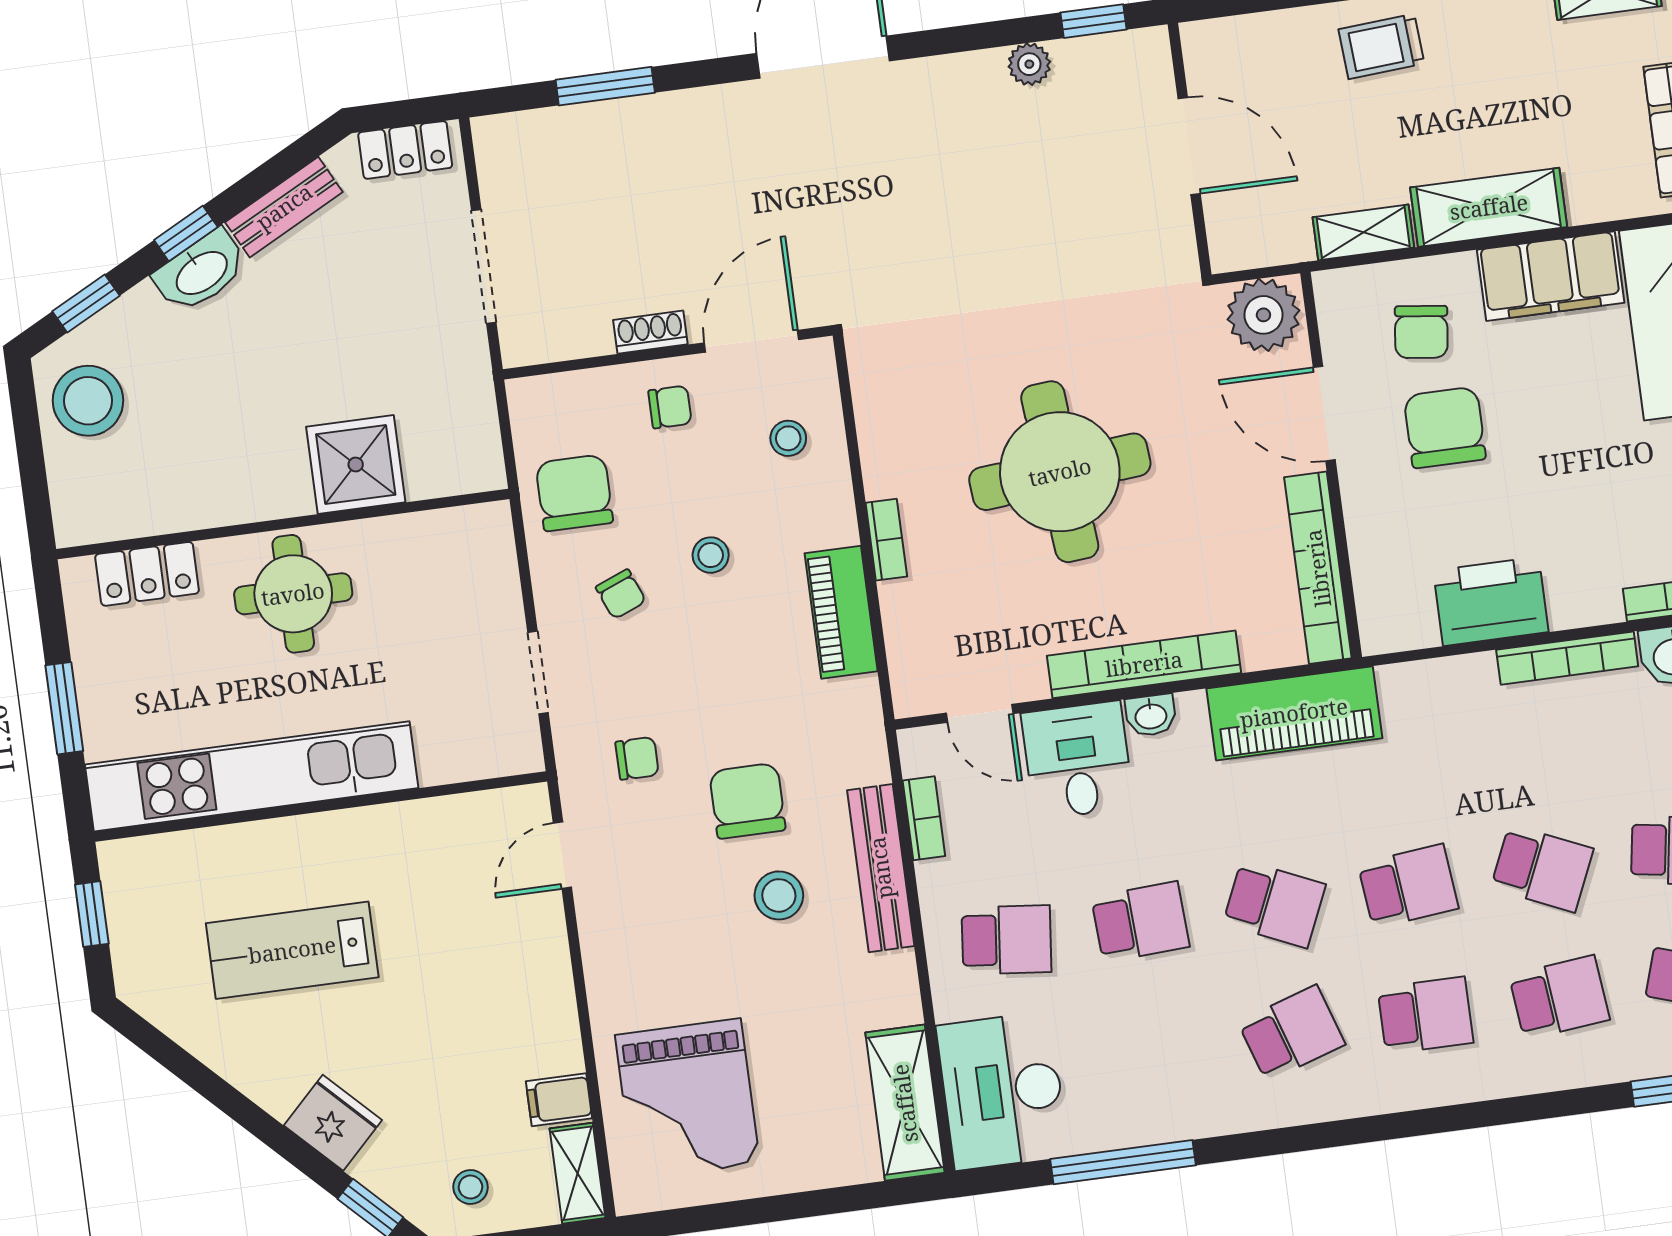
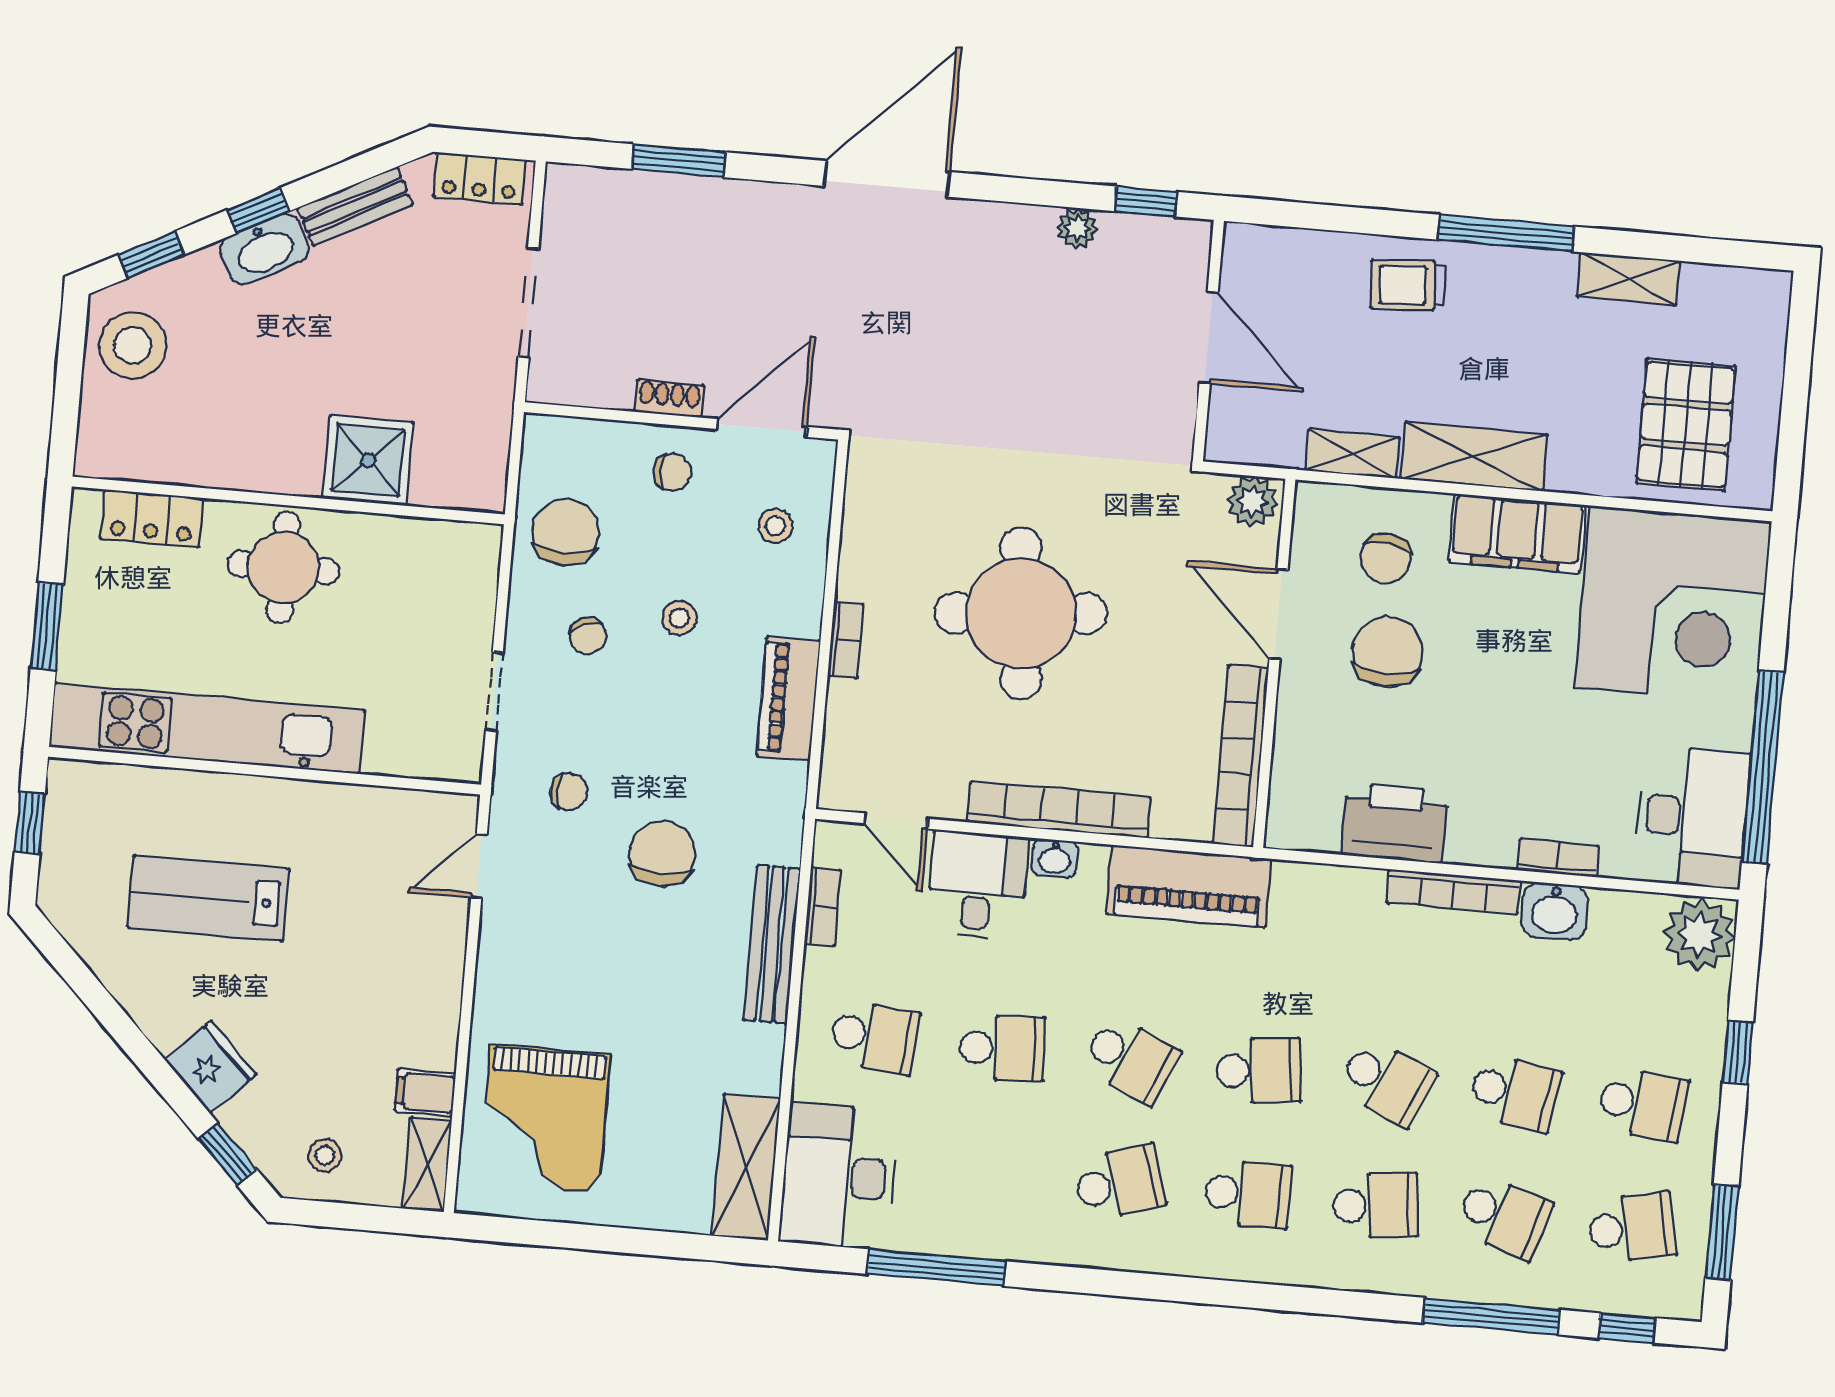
plant: (1263, 315) -> (1253, 501), width x0.73, depth x0.73
stool: (779, 895) -> (672, 948), removed

